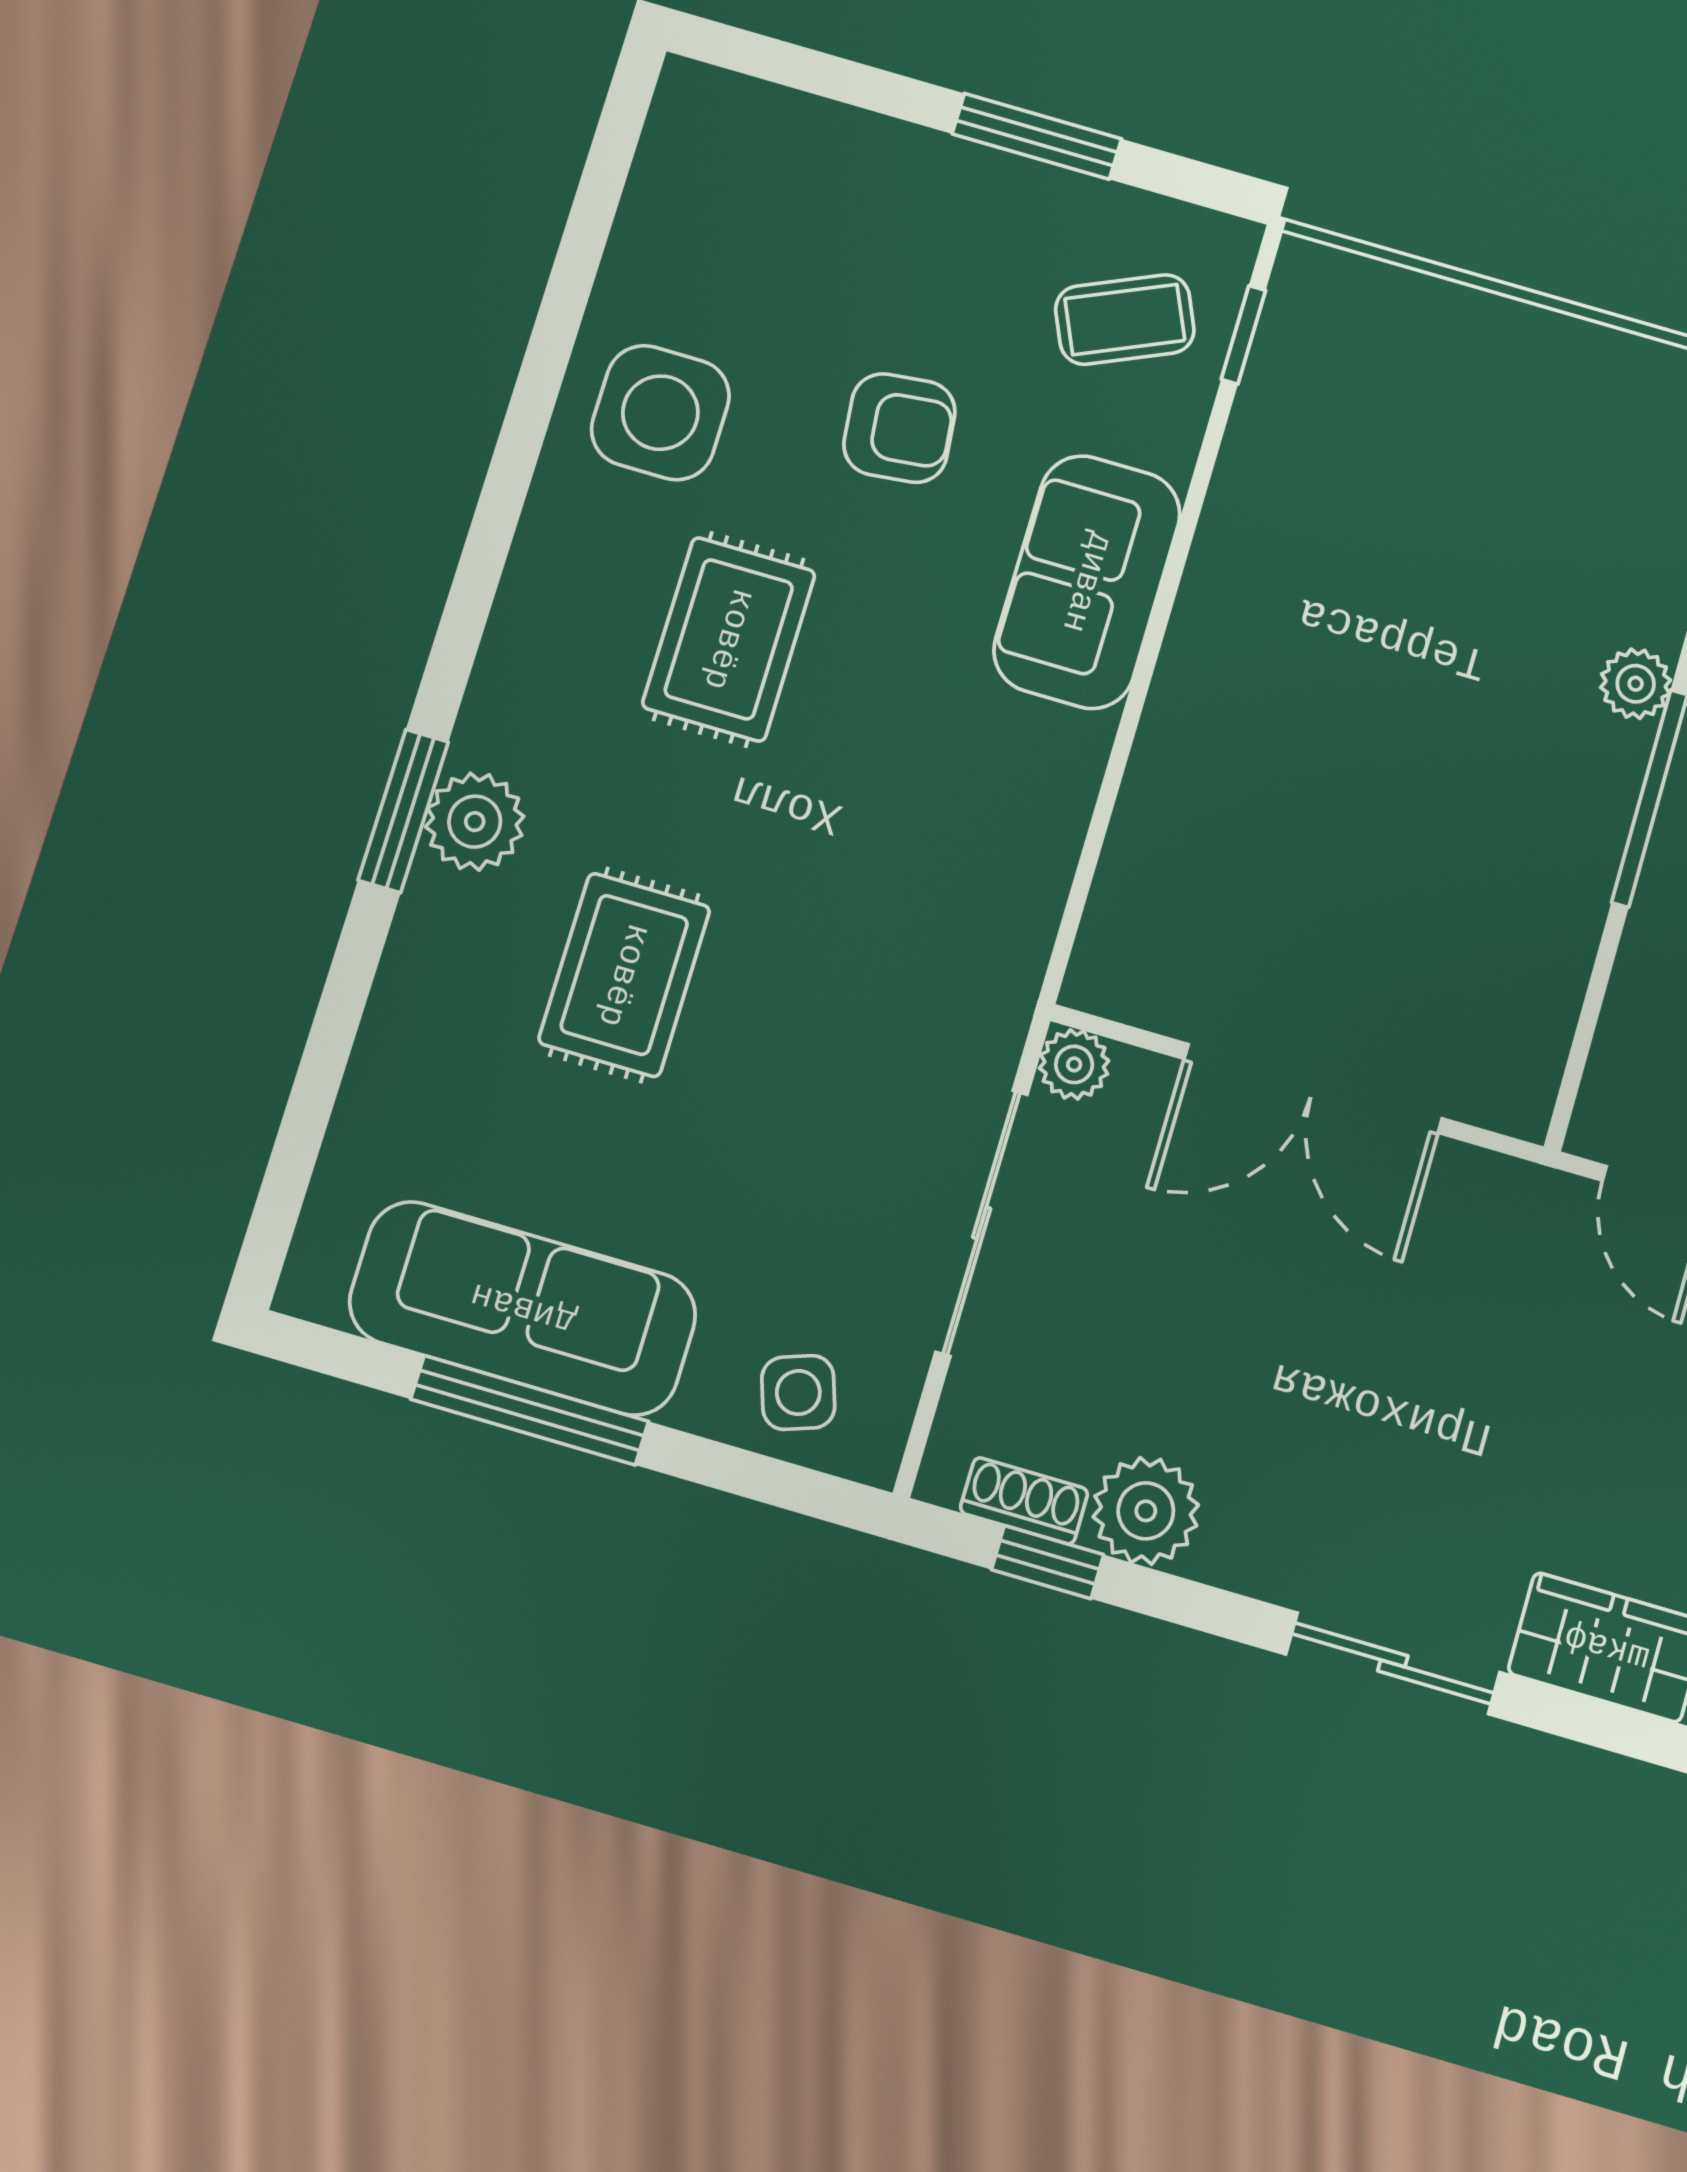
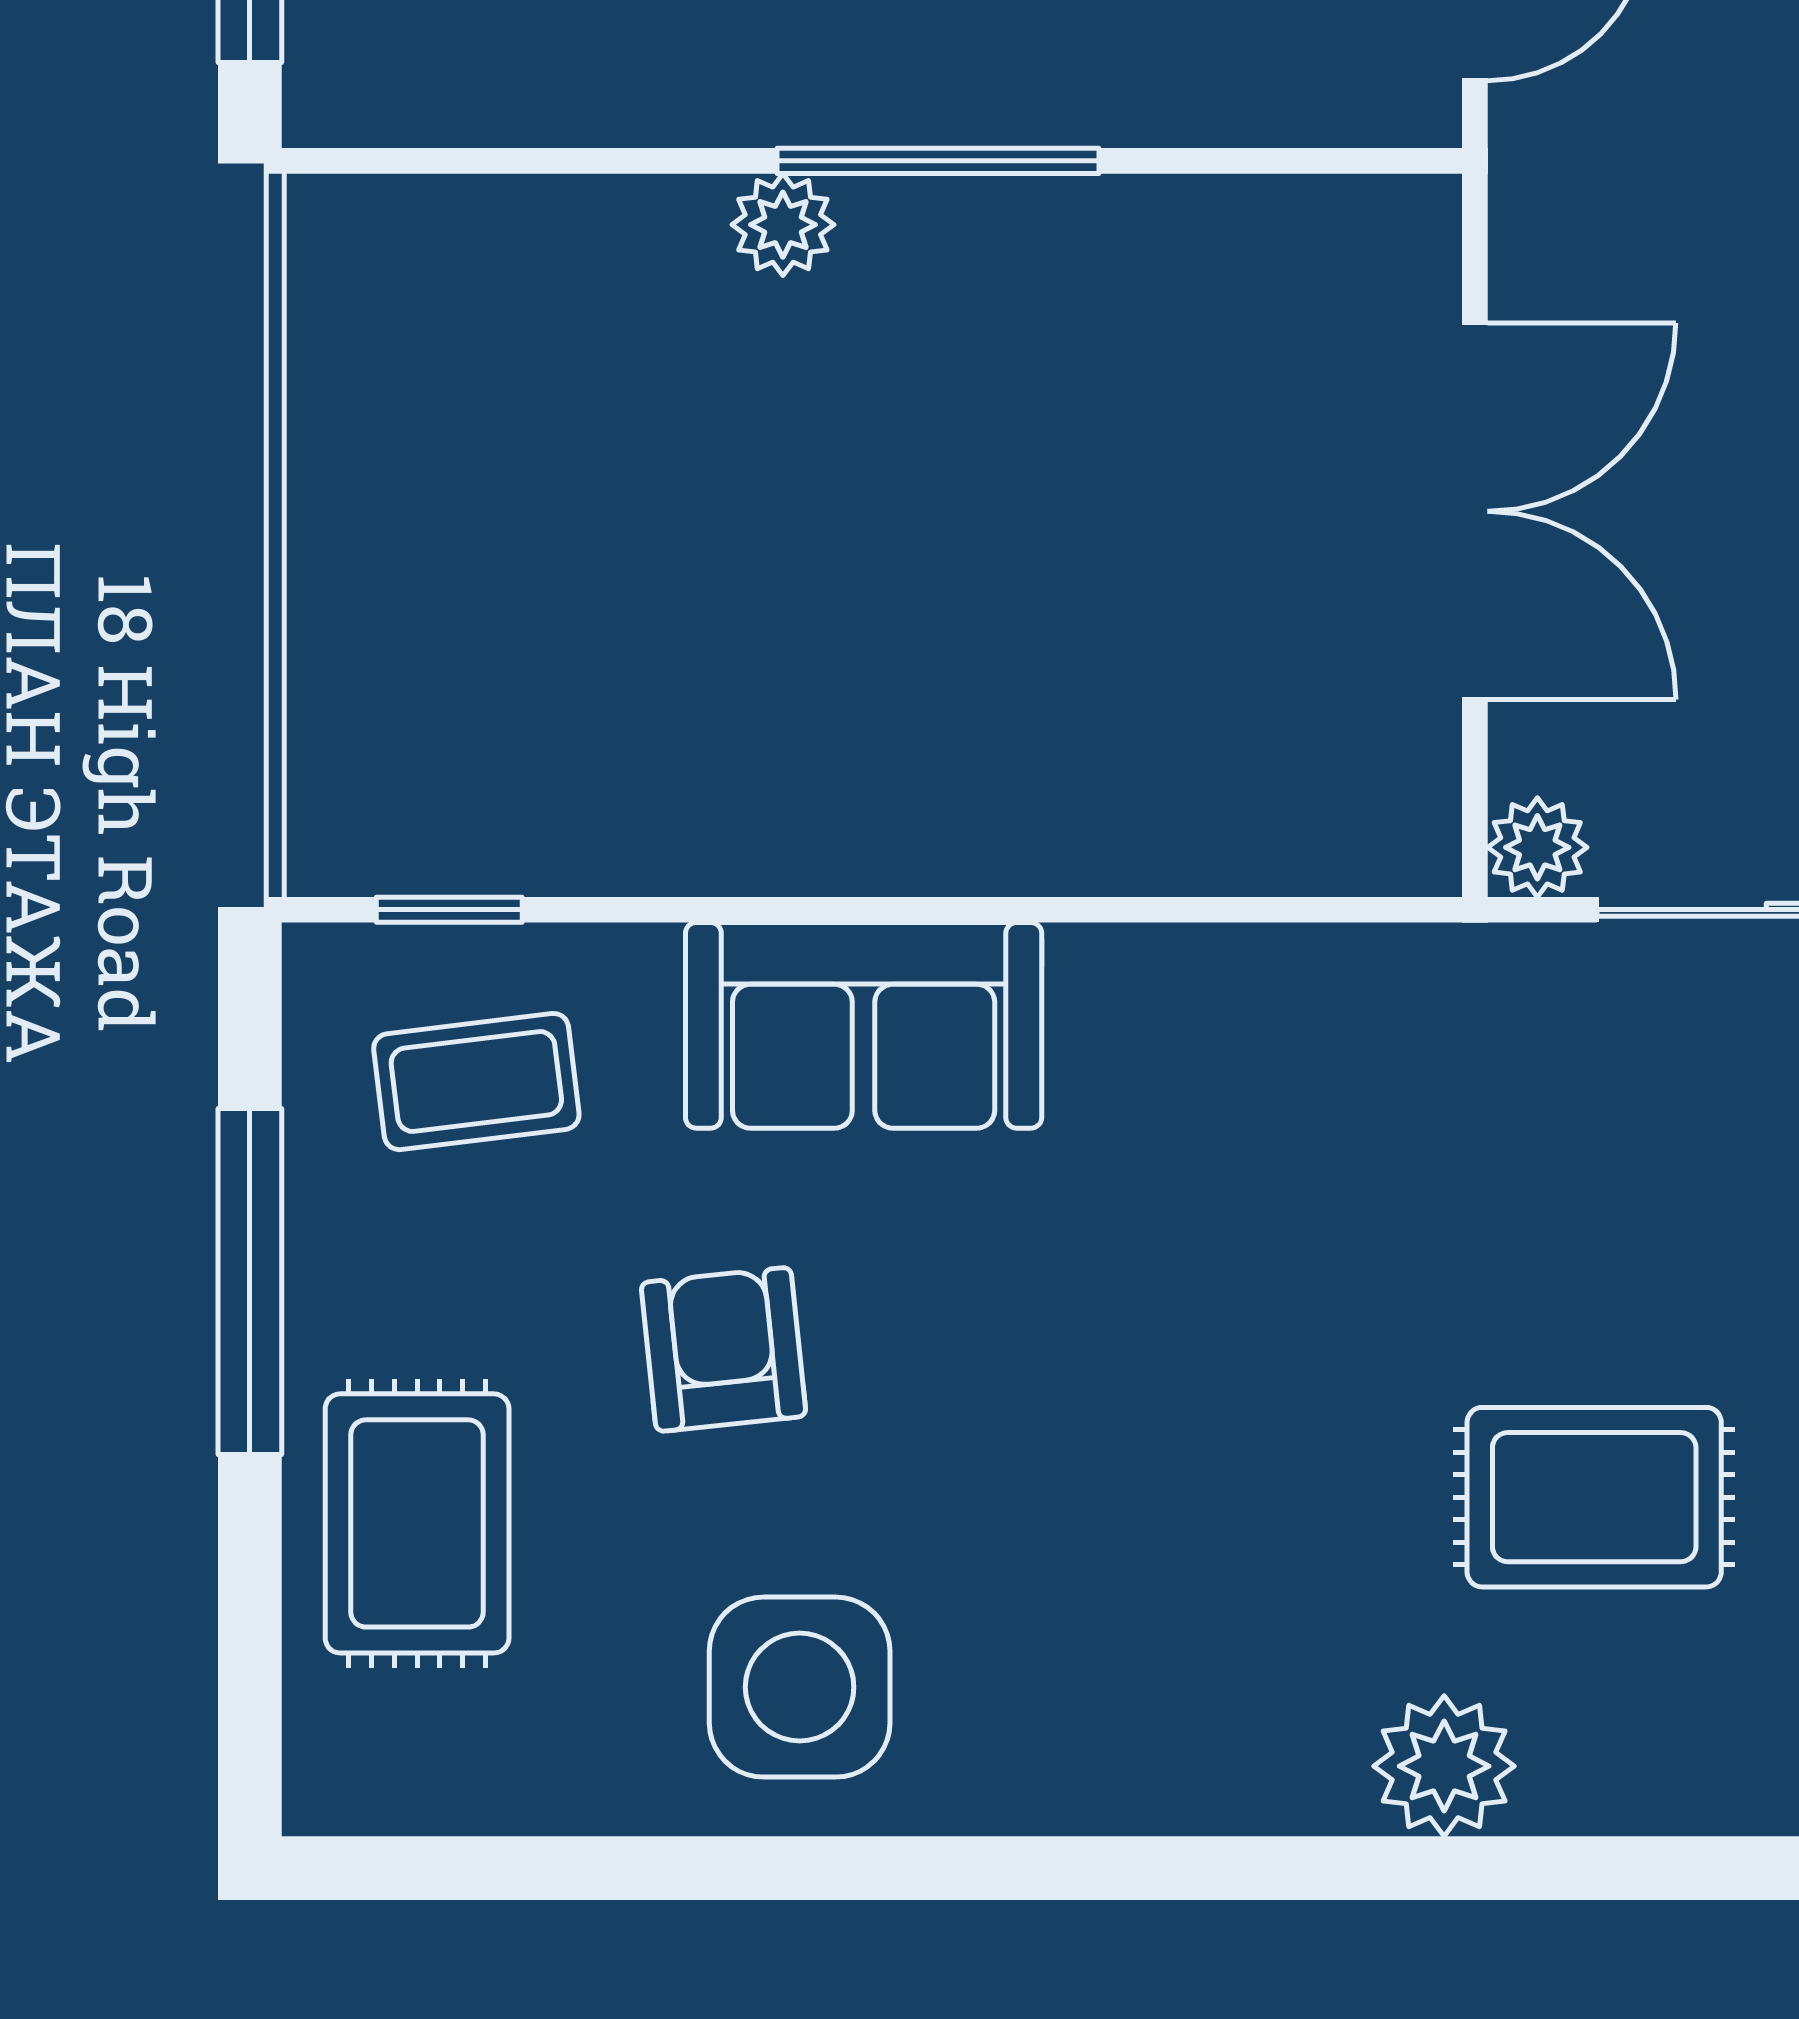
window: (1037, 136) -> (250, 1282), width x1.44
coffee table: (1125, 319) -> (476, 1082), turned -73
rug: (729, 639) -> (417, 1523), moved, turned 90
window: (403, 811) -> (1458, 1868), removed

